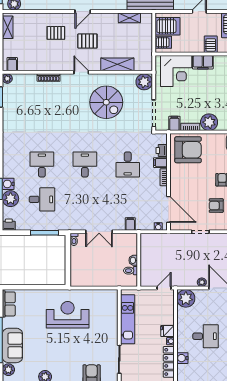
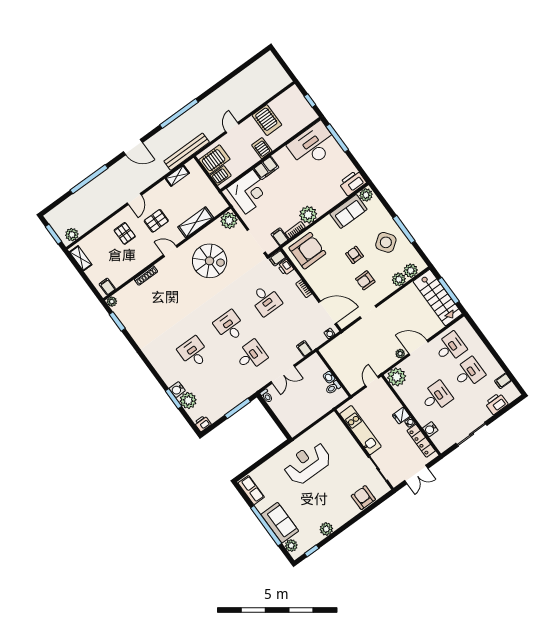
pallet: (56, 33) -> (125, 233), turned 90
filing cabinet: (160, 163) -> (277, 258), moved
desk: (42, 199) -> (251, 356), moved

